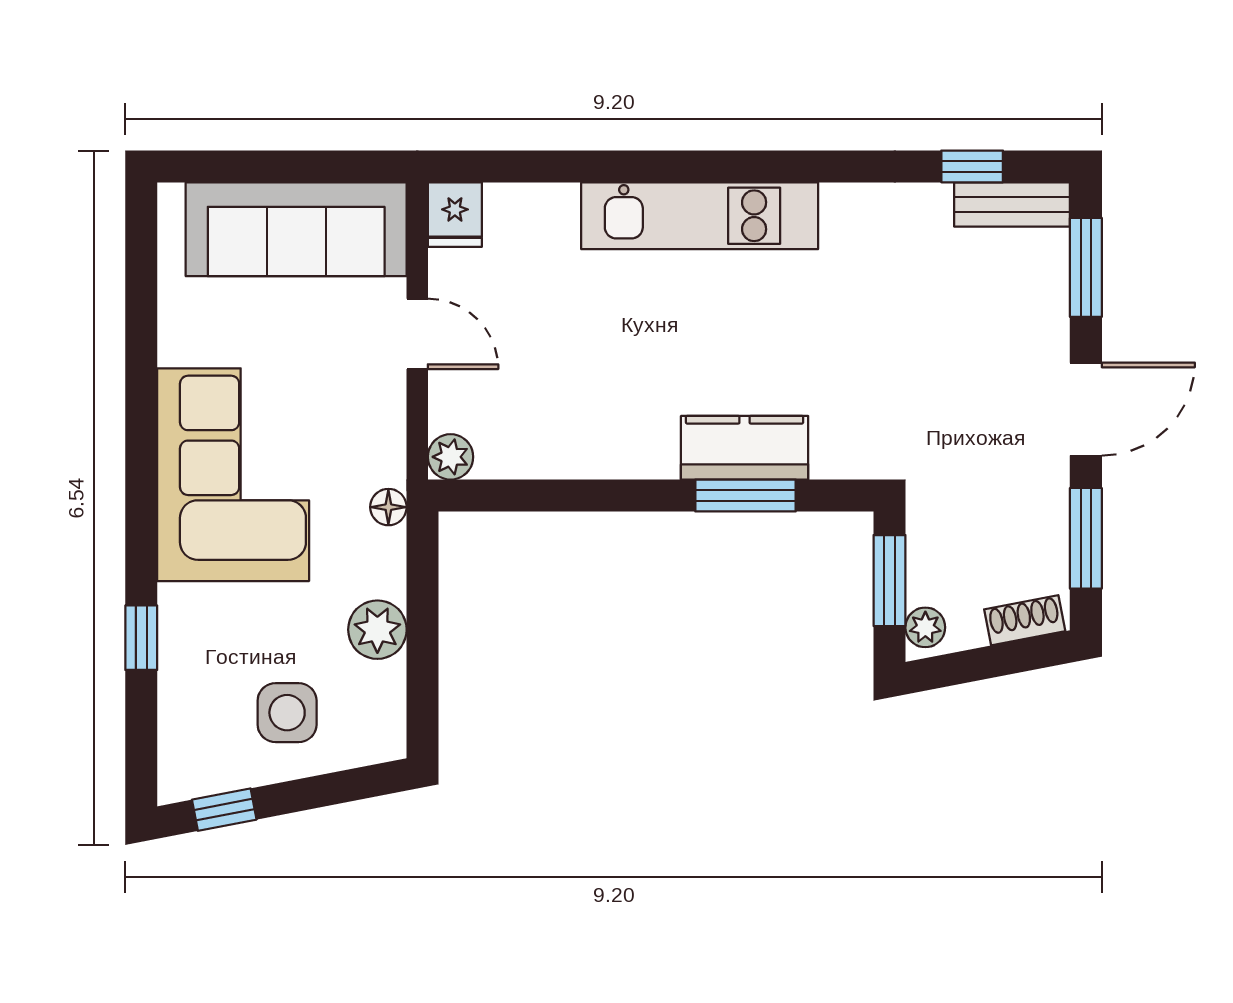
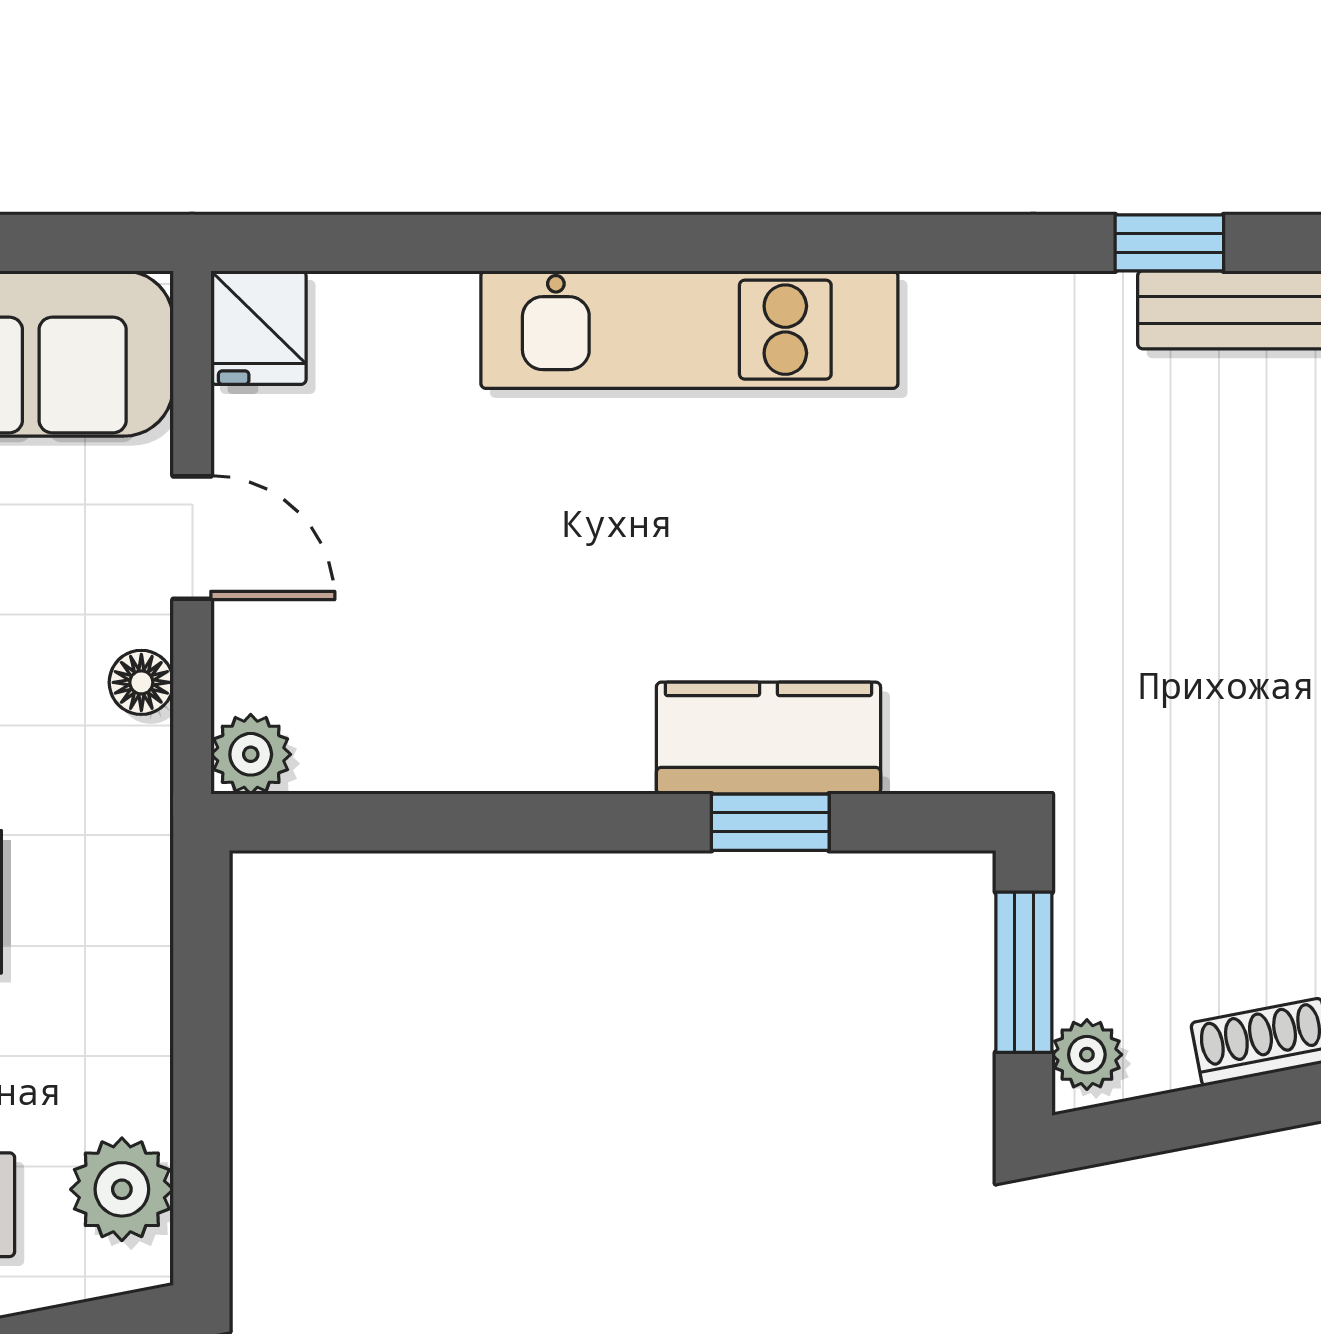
window: (746, 495) -> (770, 822), width x0.67
floor lamp: (388, 507) -> (141, 682), moved
plant: (377, 630) -> (122, 1189), moved

